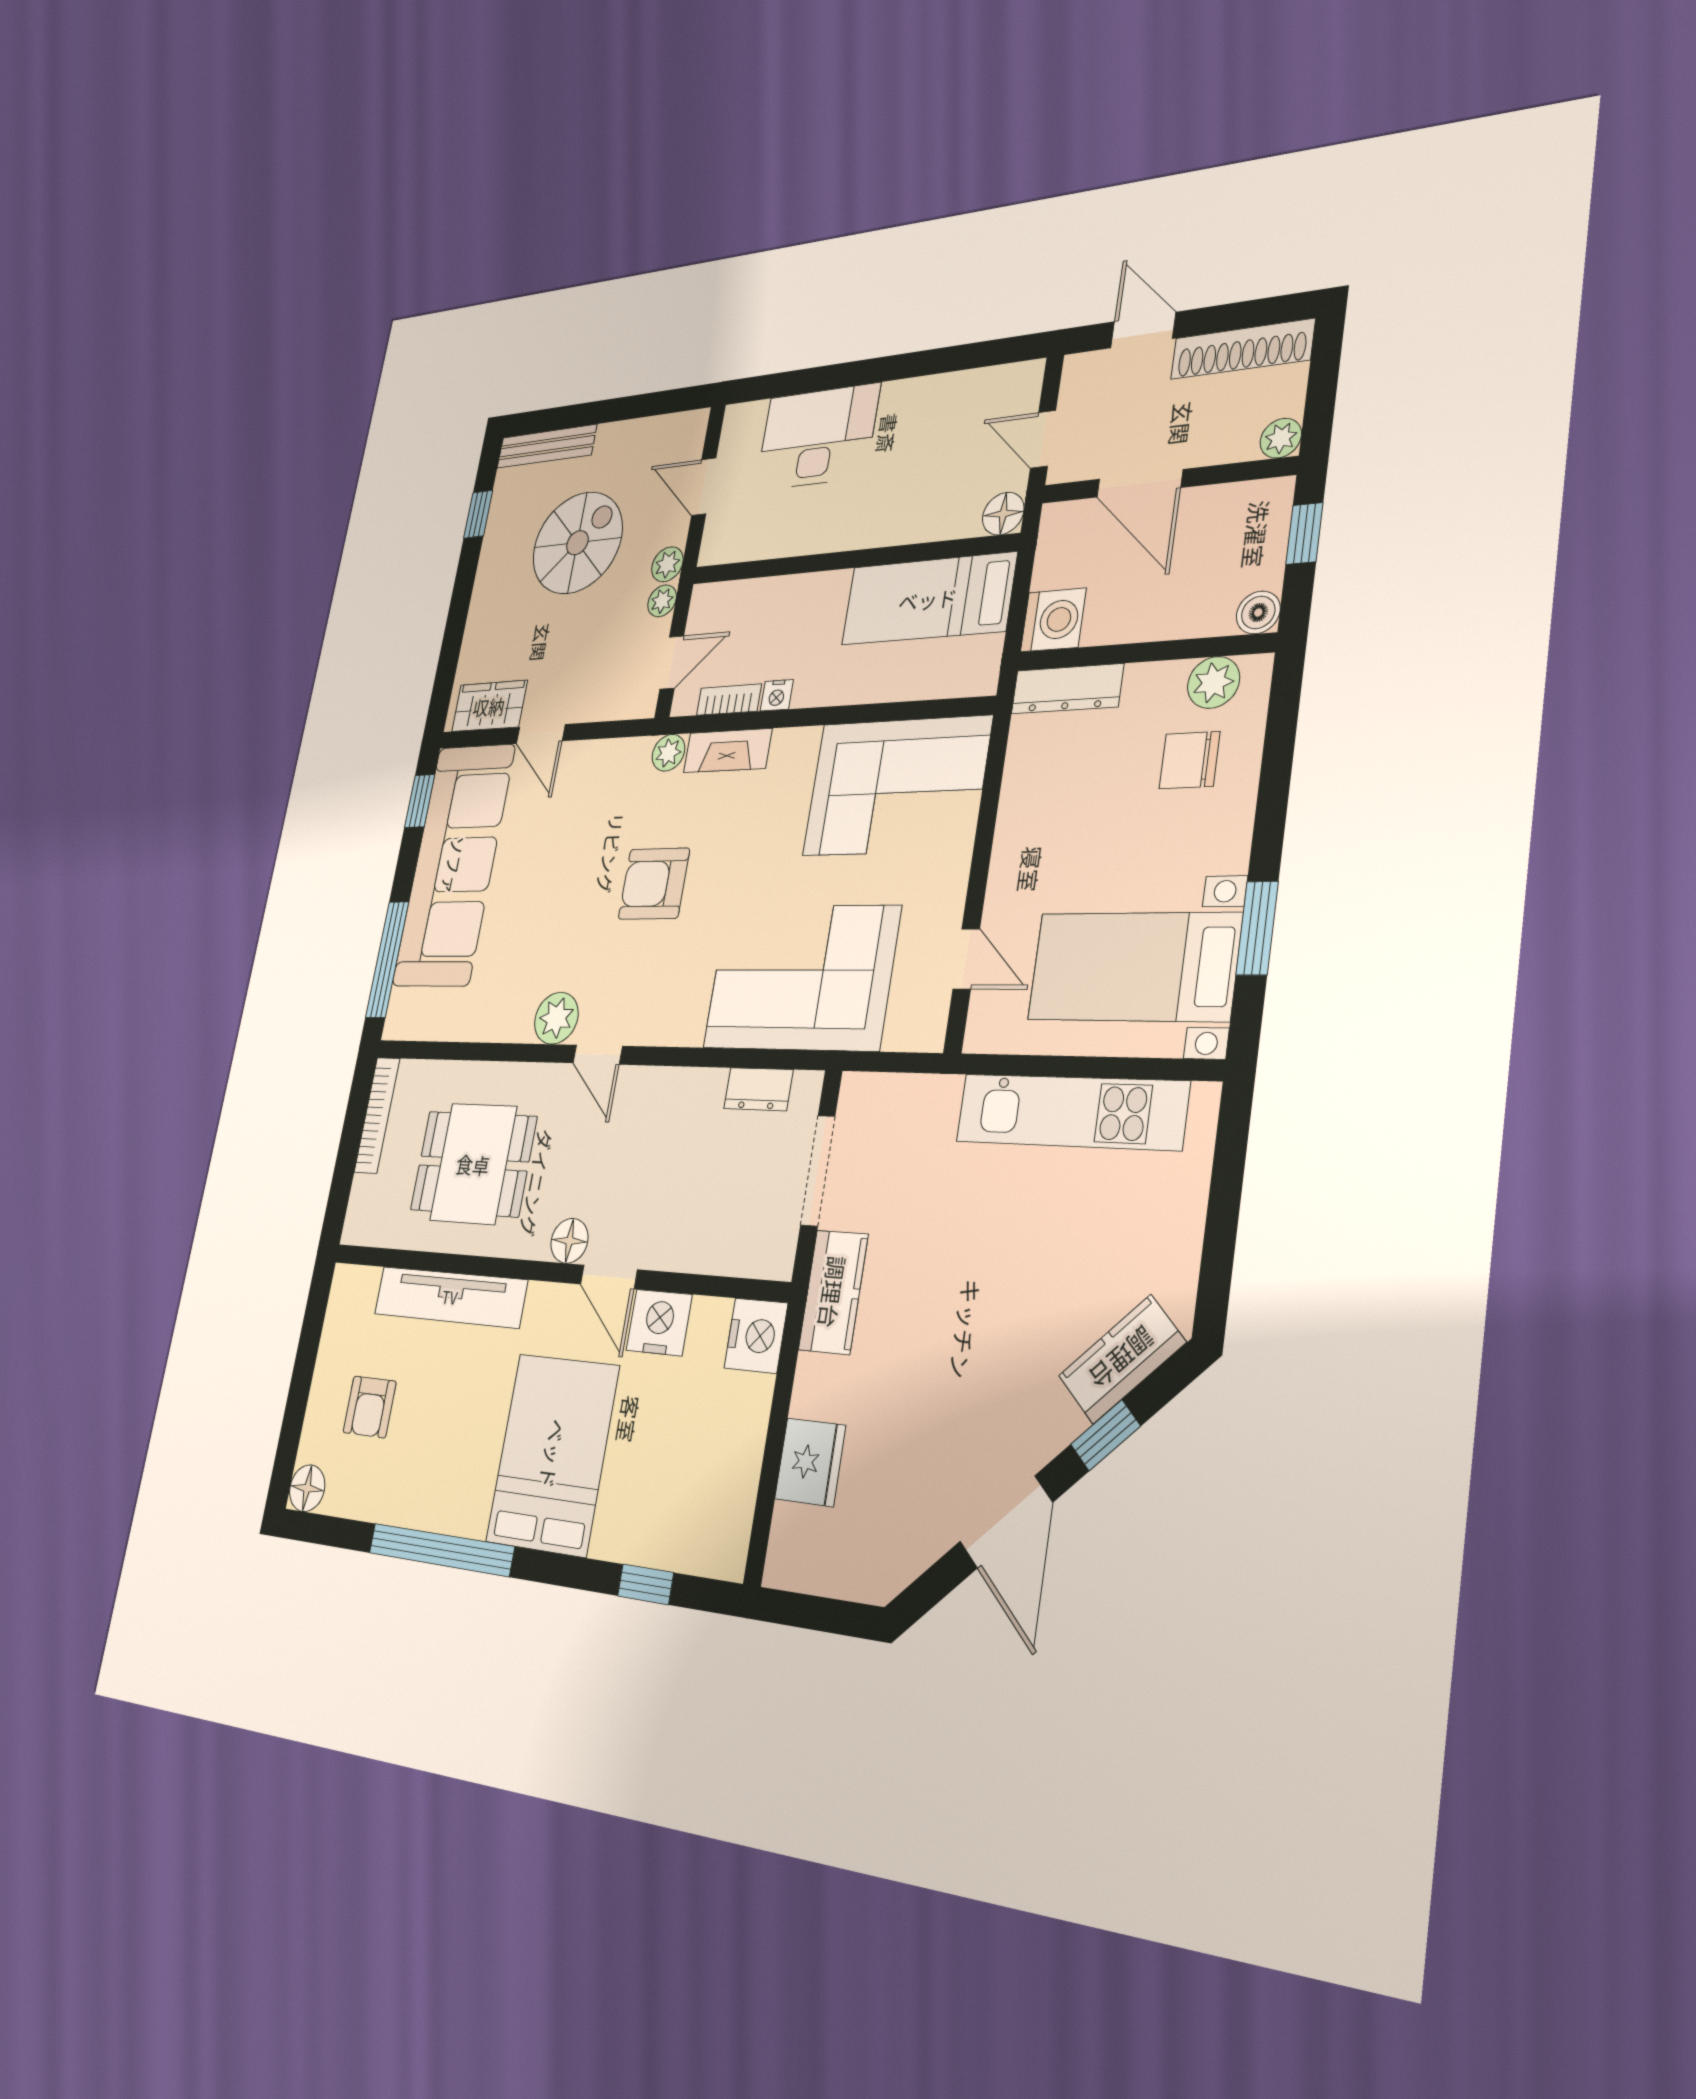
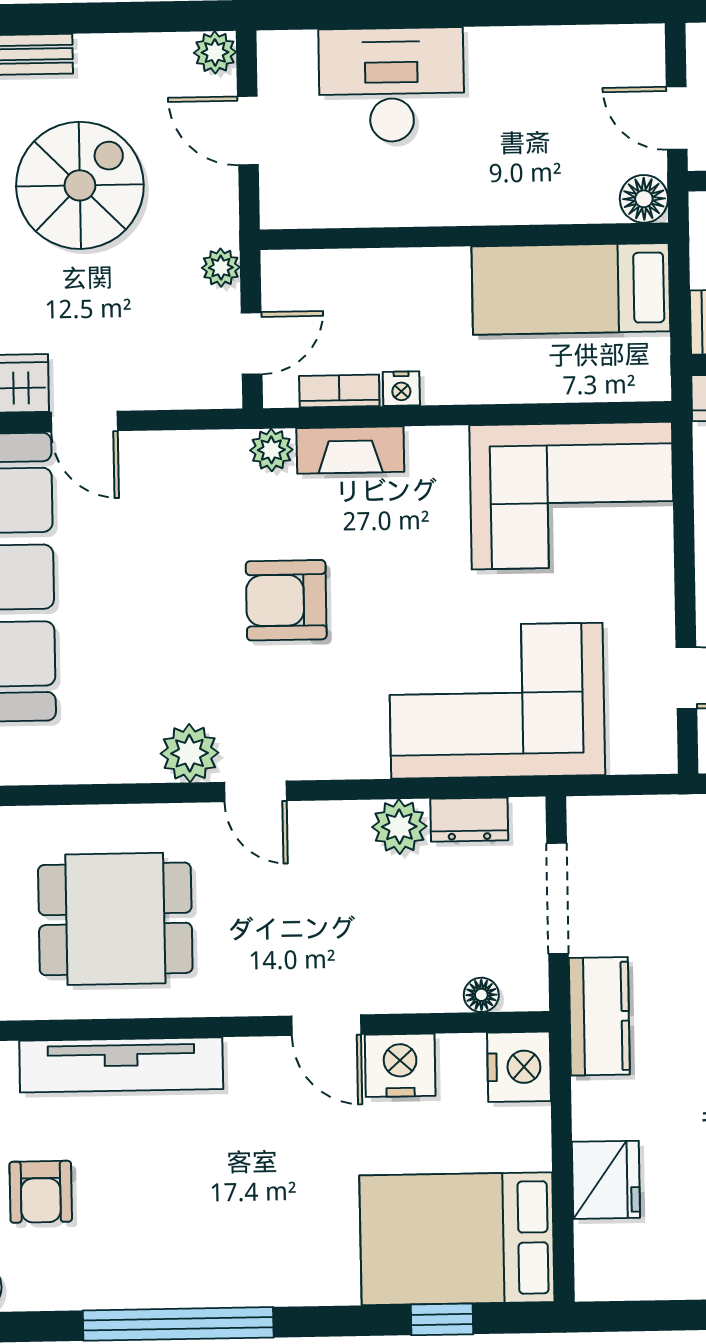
plant: (667, 564) -> (215, 52), moved
plant: (701, 1093) -> (399, 827), added
floor lamp: (569, 1241) -> (481, 995), moved, width x0.73, depth x0.73
bed: (553, 1454) -> (457, 1239), moved, turned -90

